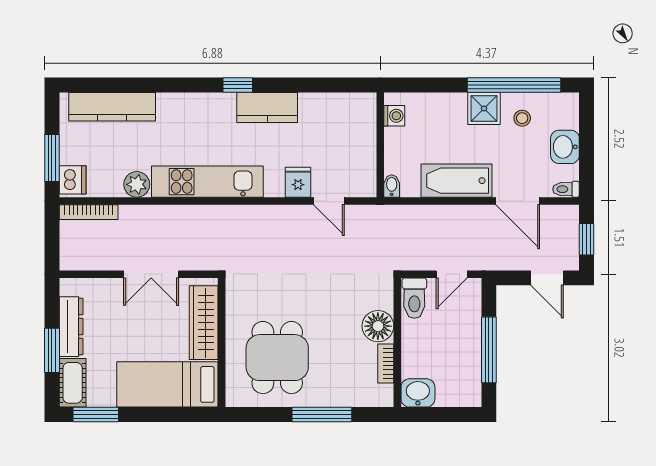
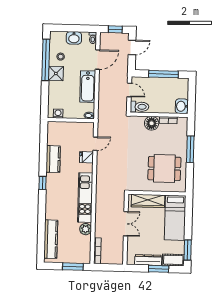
kitchen counter: (267, 107) -> (53, 159), moved
dishwasher: (73, 180) -> (83, 258), removed

